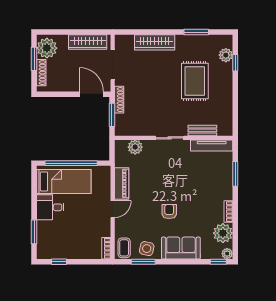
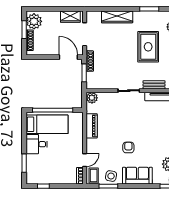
wardrobe: (88, 42) -> (70, 17), width x0.67
plant: (135, 147) -> (92, 98), moved
door: (113, 209) -> (85, 160), moved

